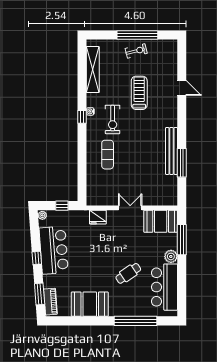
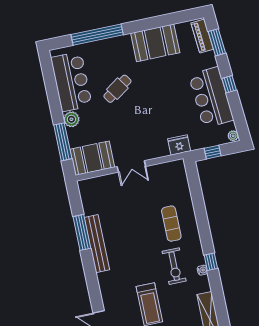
exercise bike: (113, 120) -> (174, 266), turned 180
fridge: (98, 217) -> (179, 145), moved

